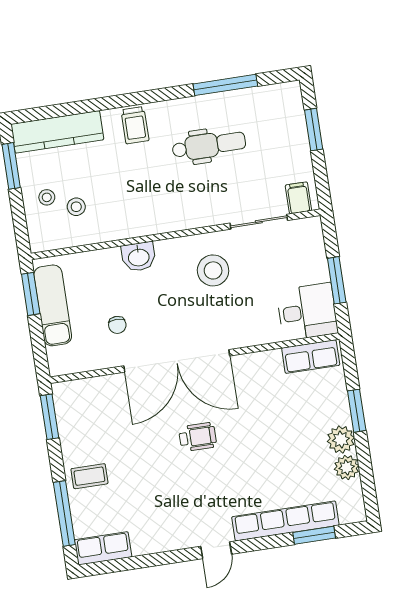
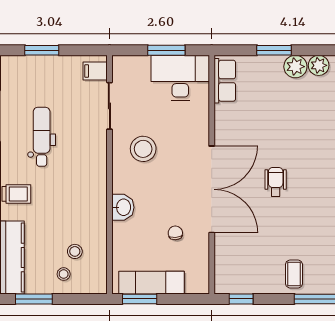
desk: (307, 312) -> (180, 78), width x1.37
chair: (117, 325) -> (175, 233), turned -95
window: (49, 417) -> (241, 299), width x0.67

